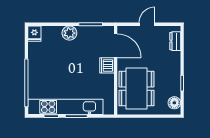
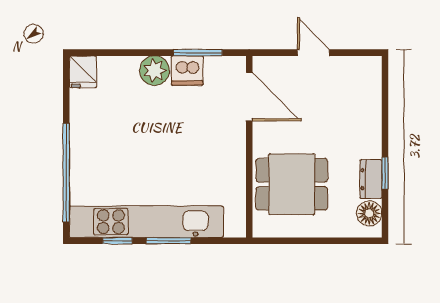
door: (147, 24) -> (313, 53), hinge flipped
dresser: (175, 41) -> (371, 179), moved
dishwasher: (107, 65) -> (187, 70), moved, turned -90
dining table: (136, 89) -> (292, 184), width x0.73

